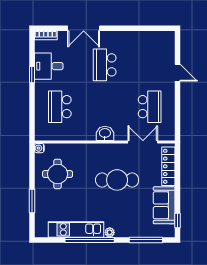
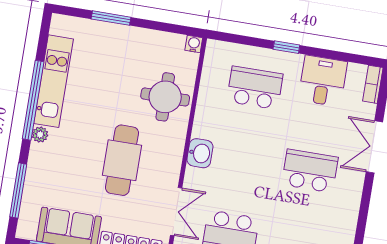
window: (32, 75) -> (286, 47), moved
round table: (58, 174) -> (165, 97), moved

